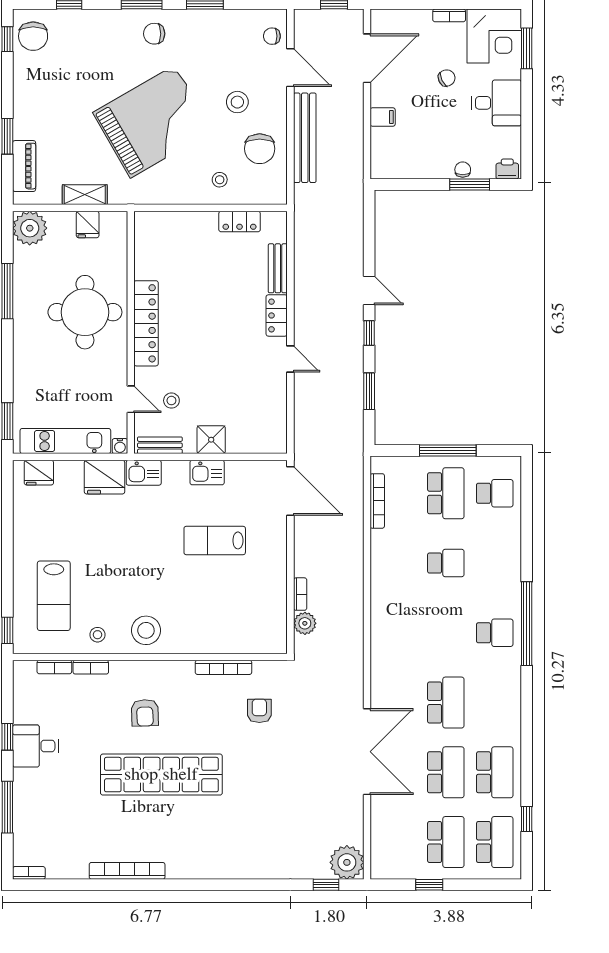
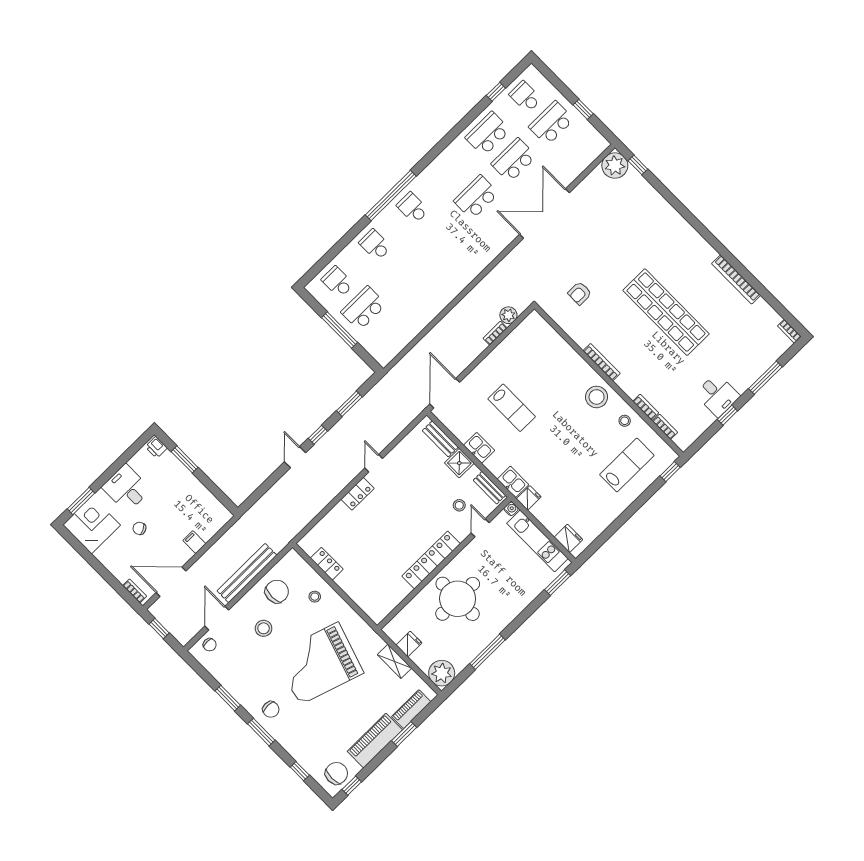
bookcase: (449, 15) -> (135, 591), moved
piano: (28, 103) -> (375, 741), added
grand piano: (153, 122) -> (319, 664), turned -42
chair: (463, 170) -> (180, 471), removed
bench: (278, 268) -> (440, 439), moved, turned 90
fridge: (105, 477) -> (529, 498), width x0.53, depth x0.75
bookcase: (377, 501) -> (404, 341), removed
school desk: (446, 563) -> (375, 245), moved
bookcase: (223, 667) -> (602, 362), moved
armchair: (145, 713) -> (642, 354), removed
school desk: (495, 842) -> (525, 97), width x0.54

